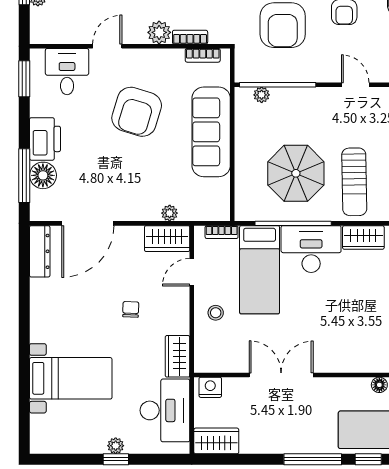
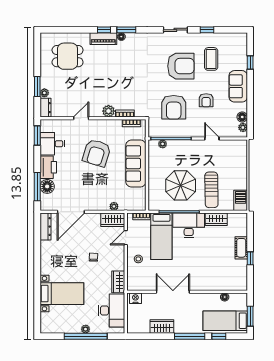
dresser: (40, 26) -> (45, 108), added
desk: (67, 72) -> (52, 144), moved, turned -90
wardrobe: (216, 441) -> (162, 327), moved
window: (116, 459) -> (86, 336), width x3.17

